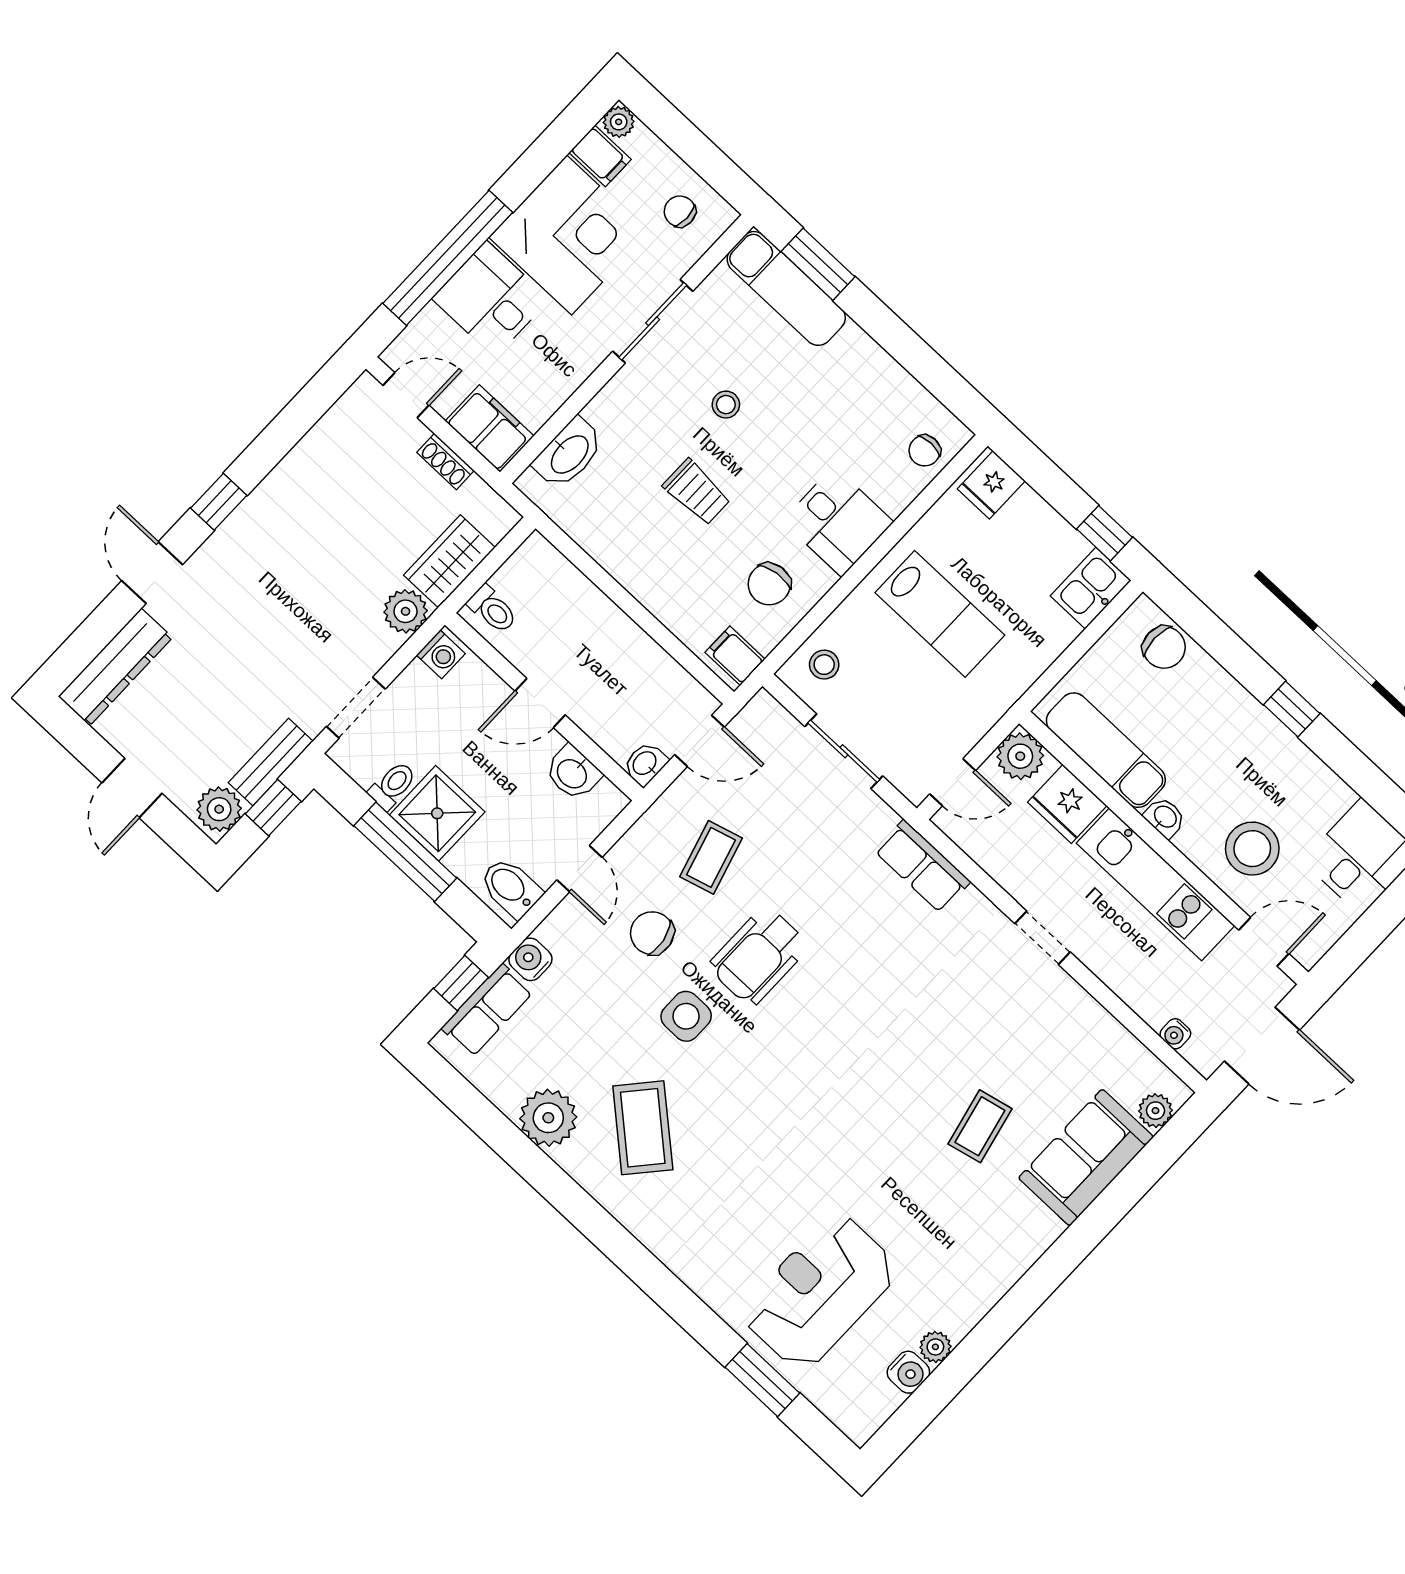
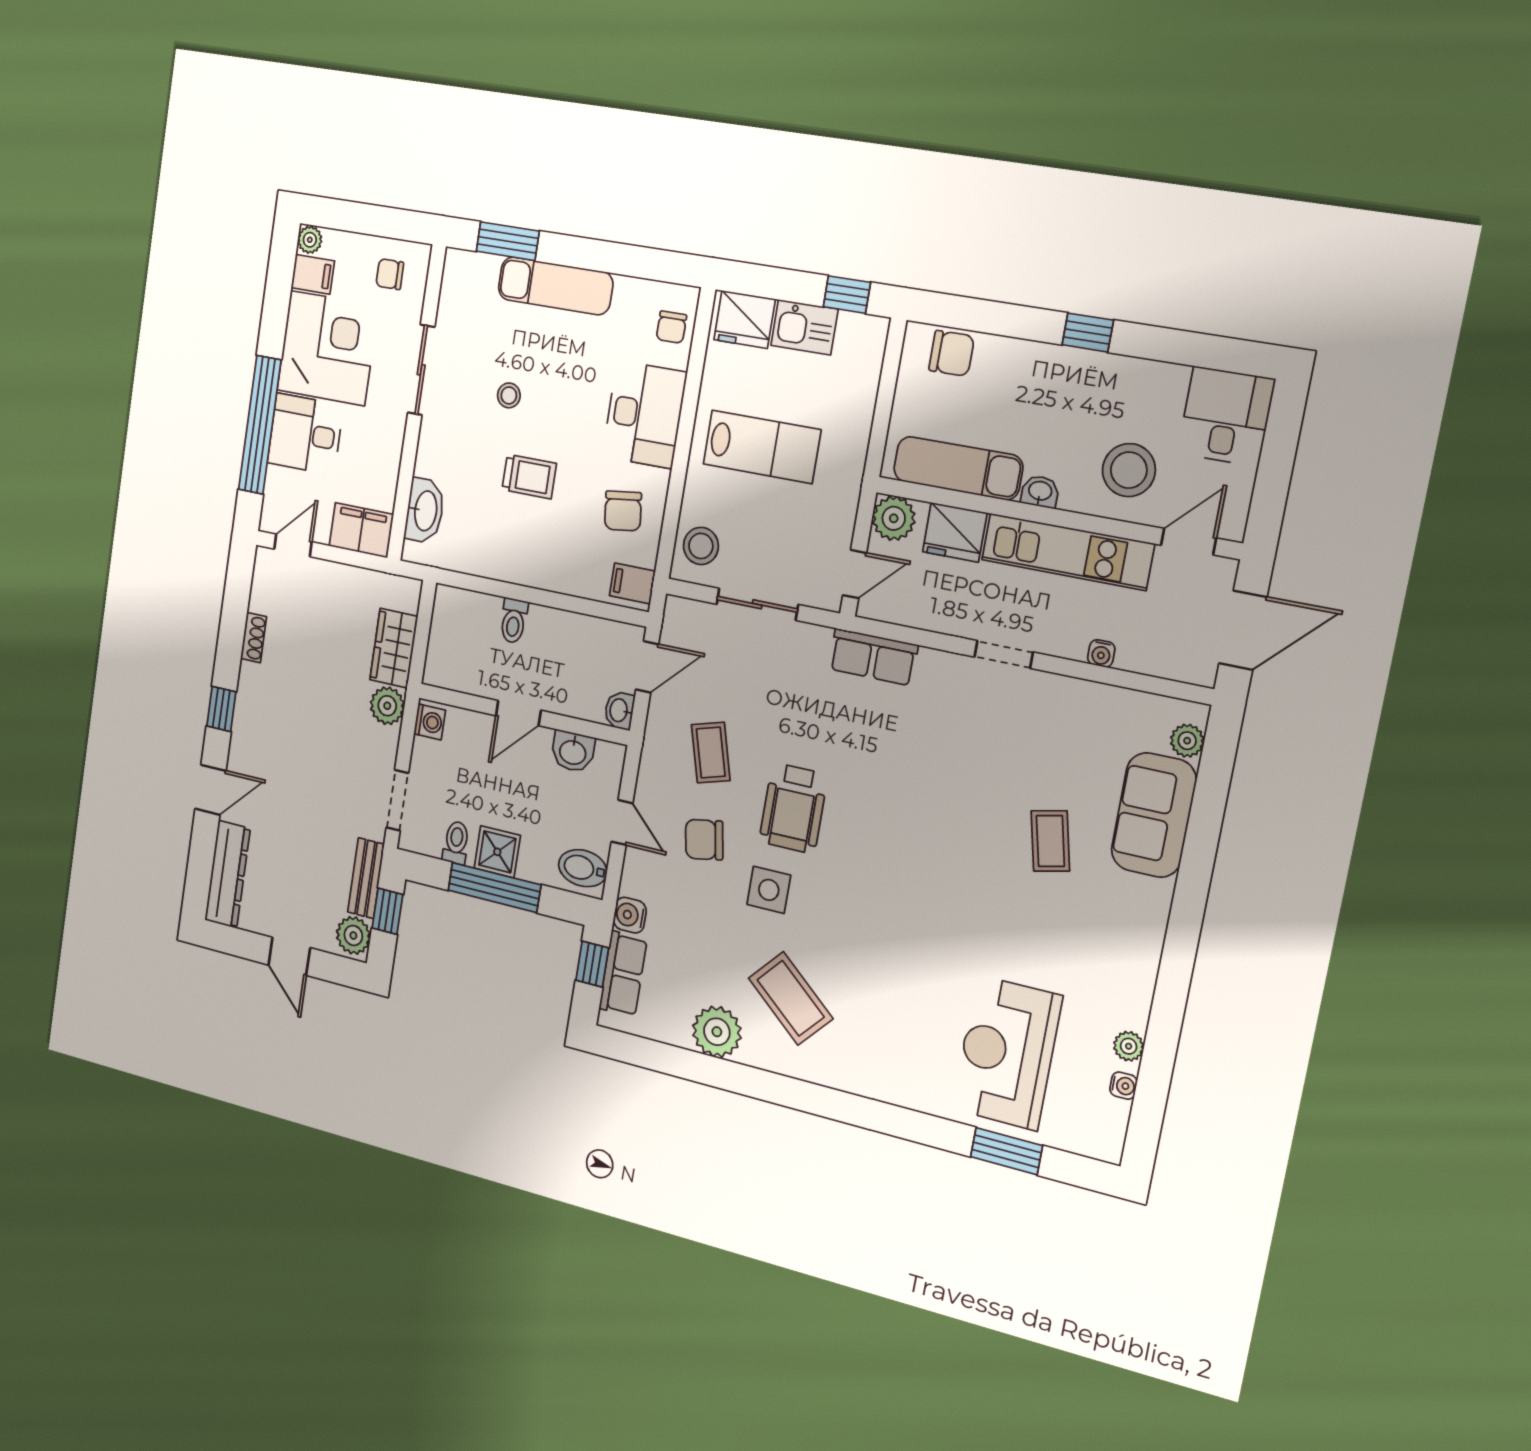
exam couch: (786, 288) -> (555, 286), moved
shoe rack: (445, 461) -> (254, 638), moved, turned -90
fridge: (991, 485) -> (745, 319), width x1.38
desk: (838, 521) -> (644, 414), width x1.37
door: (152, 573) -> (210, 790), swing flipped
kitchen sink: (1091, 588) -> (804, 327), moved, turned -90
toilet: (492, 609) -> (514, 621), moved, turned 90
stool: (824, 665) -> (701, 546), width x1.37, depth x1.37
shower: (437, 813) -> (497, 852), width x0.73, depth x0.73
water cooler: (1175, 1034) -> (1101, 653), moved
water cooler: (908, 1372) -> (1123, 1086), width x0.72, depth x0.72

